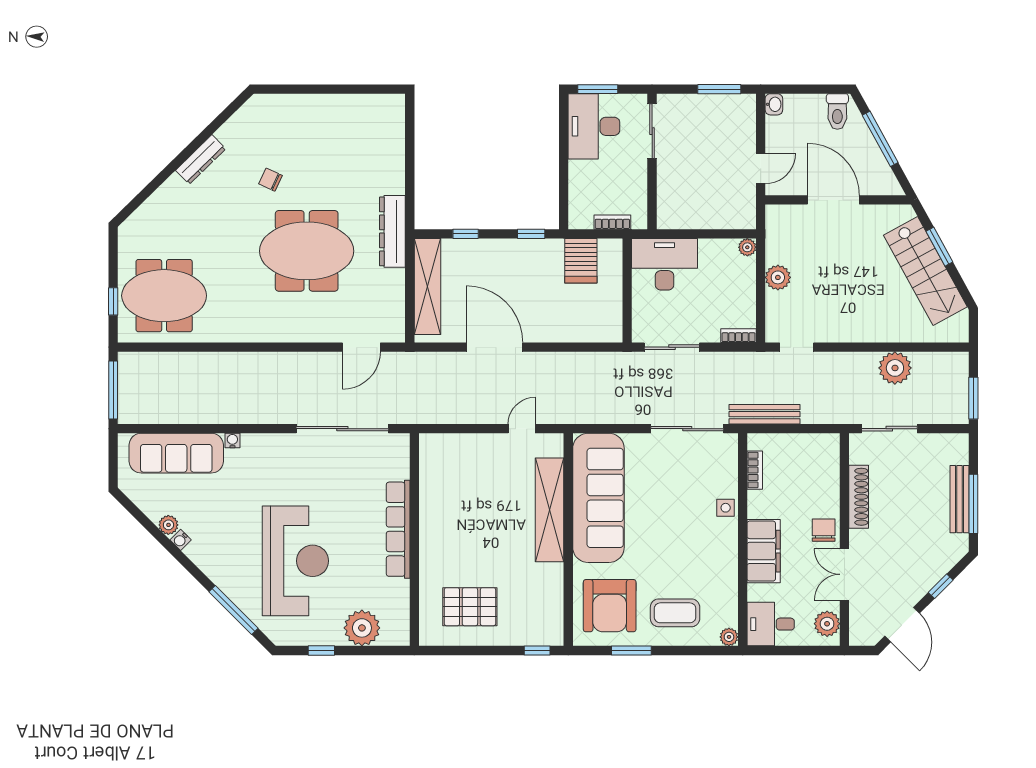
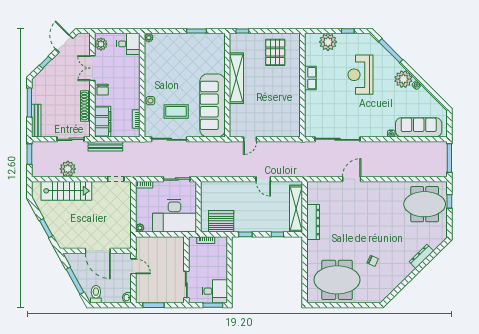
desk: (594, 126) -> (215, 291), width x0.73
dresser: (201, 159) -> (421, 256), moved
door: (761, 168) -> (133, 266), swing flipped
dresser: (392, 231) -> (313, 222), moved
meeting table: (307, 251) -> (337, 280), moved
server rack: (581, 261) -> (221, 221), width x1.60
desk: (665, 264) -> (174, 216), width x1.36, depth x1.30
stairs: (925, 271) -> (66, 191), moved, turned 119
plant: (778, 277) -> (125, 213), removed
door: (361, 347) -> (352, 179), moved
door: (494, 347) -> (263, 179), width x0.53
bench: (765, 414) -> (105, 146), moved
bench: (960, 499) -> (36, 121), moved
shelving: (550, 510) -> (236, 78), moved
plant: (168, 525) -> (403, 79), moved, width x1.87, depth x1.87
row of seats: (398, 529) -> (310, 78), width x0.50
filing cabinet: (764, 551) -> (103, 122), moved, turned 180
reception desk: (295, 561) -> (360, 75), width x0.74, depth x0.77
double door: (844, 574) -> (92, 68), swing flipped
armchair: (610, 606) -> (207, 53), removed
pallet: (470, 607) -> (275, 52), turned 90
coffee table: (675, 613) -> (176, 111), moved

